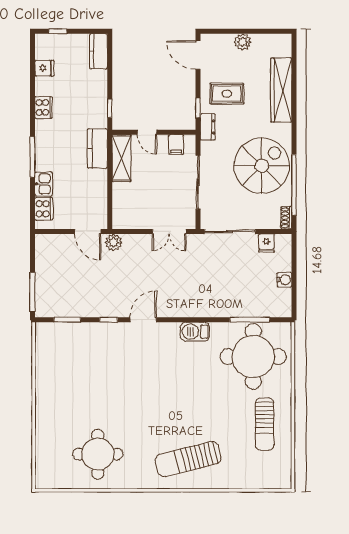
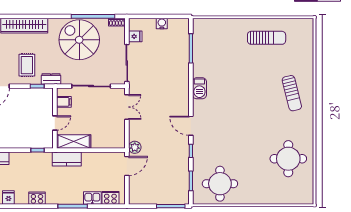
round table: (253, 357) -> (220, 184), moved, width x0.73, depth x0.73
sun lounger: (188, 459) -> (292, 93), width x0.73, depth x0.75

